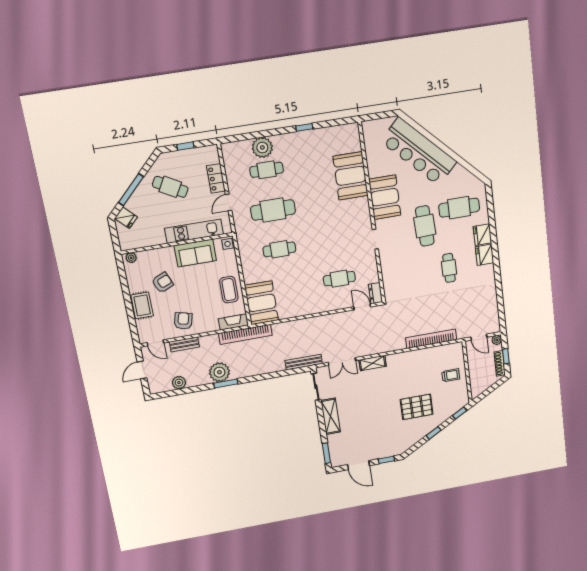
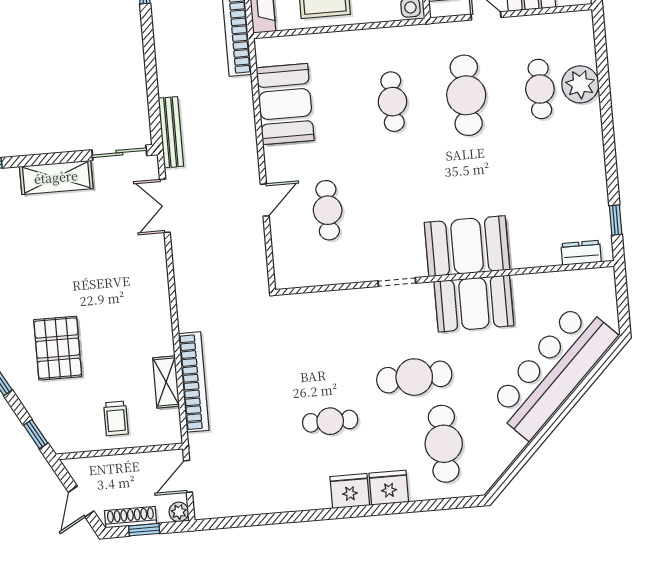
window: (304, 127) -> (616, 220), moved
booth: (351, 176) -> (467, 246), moved
dresser: (375, 293) -> (581, 253), moved
booth: (261, 303) -> (285, 104), moved, turned 90
door: (362, 307) -> (265, 200), moved
shelving: (373, 363) -> (166, 382), moved
door: (492, 388) -> (81, 502), added

